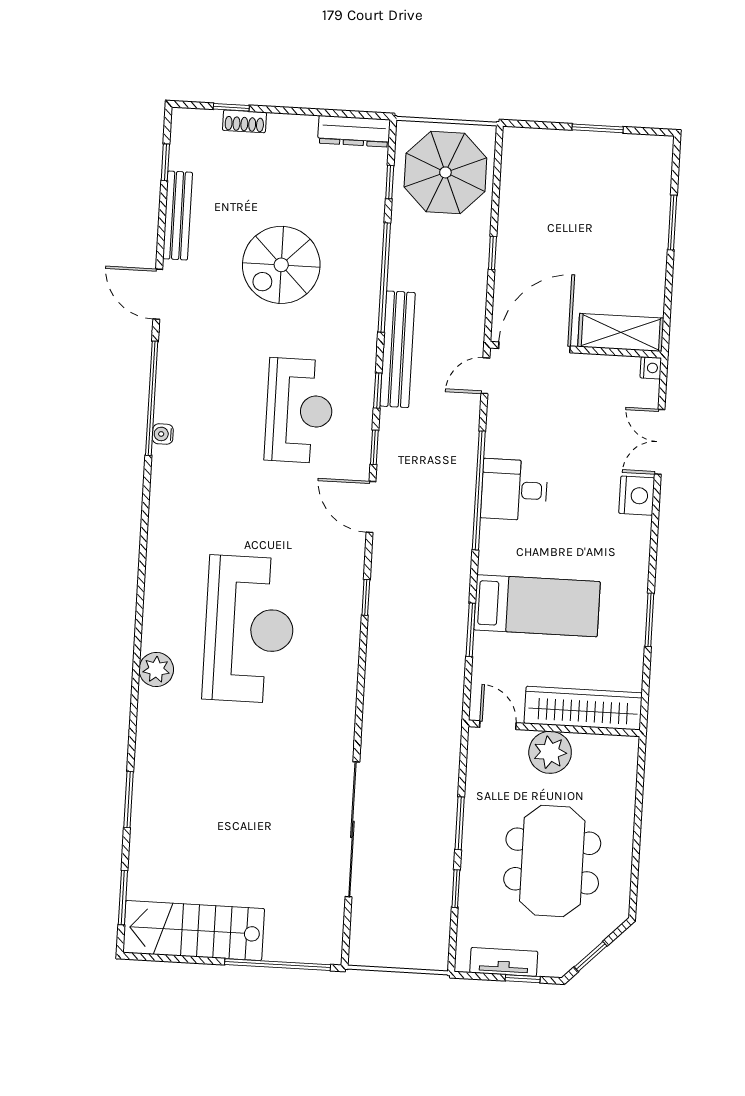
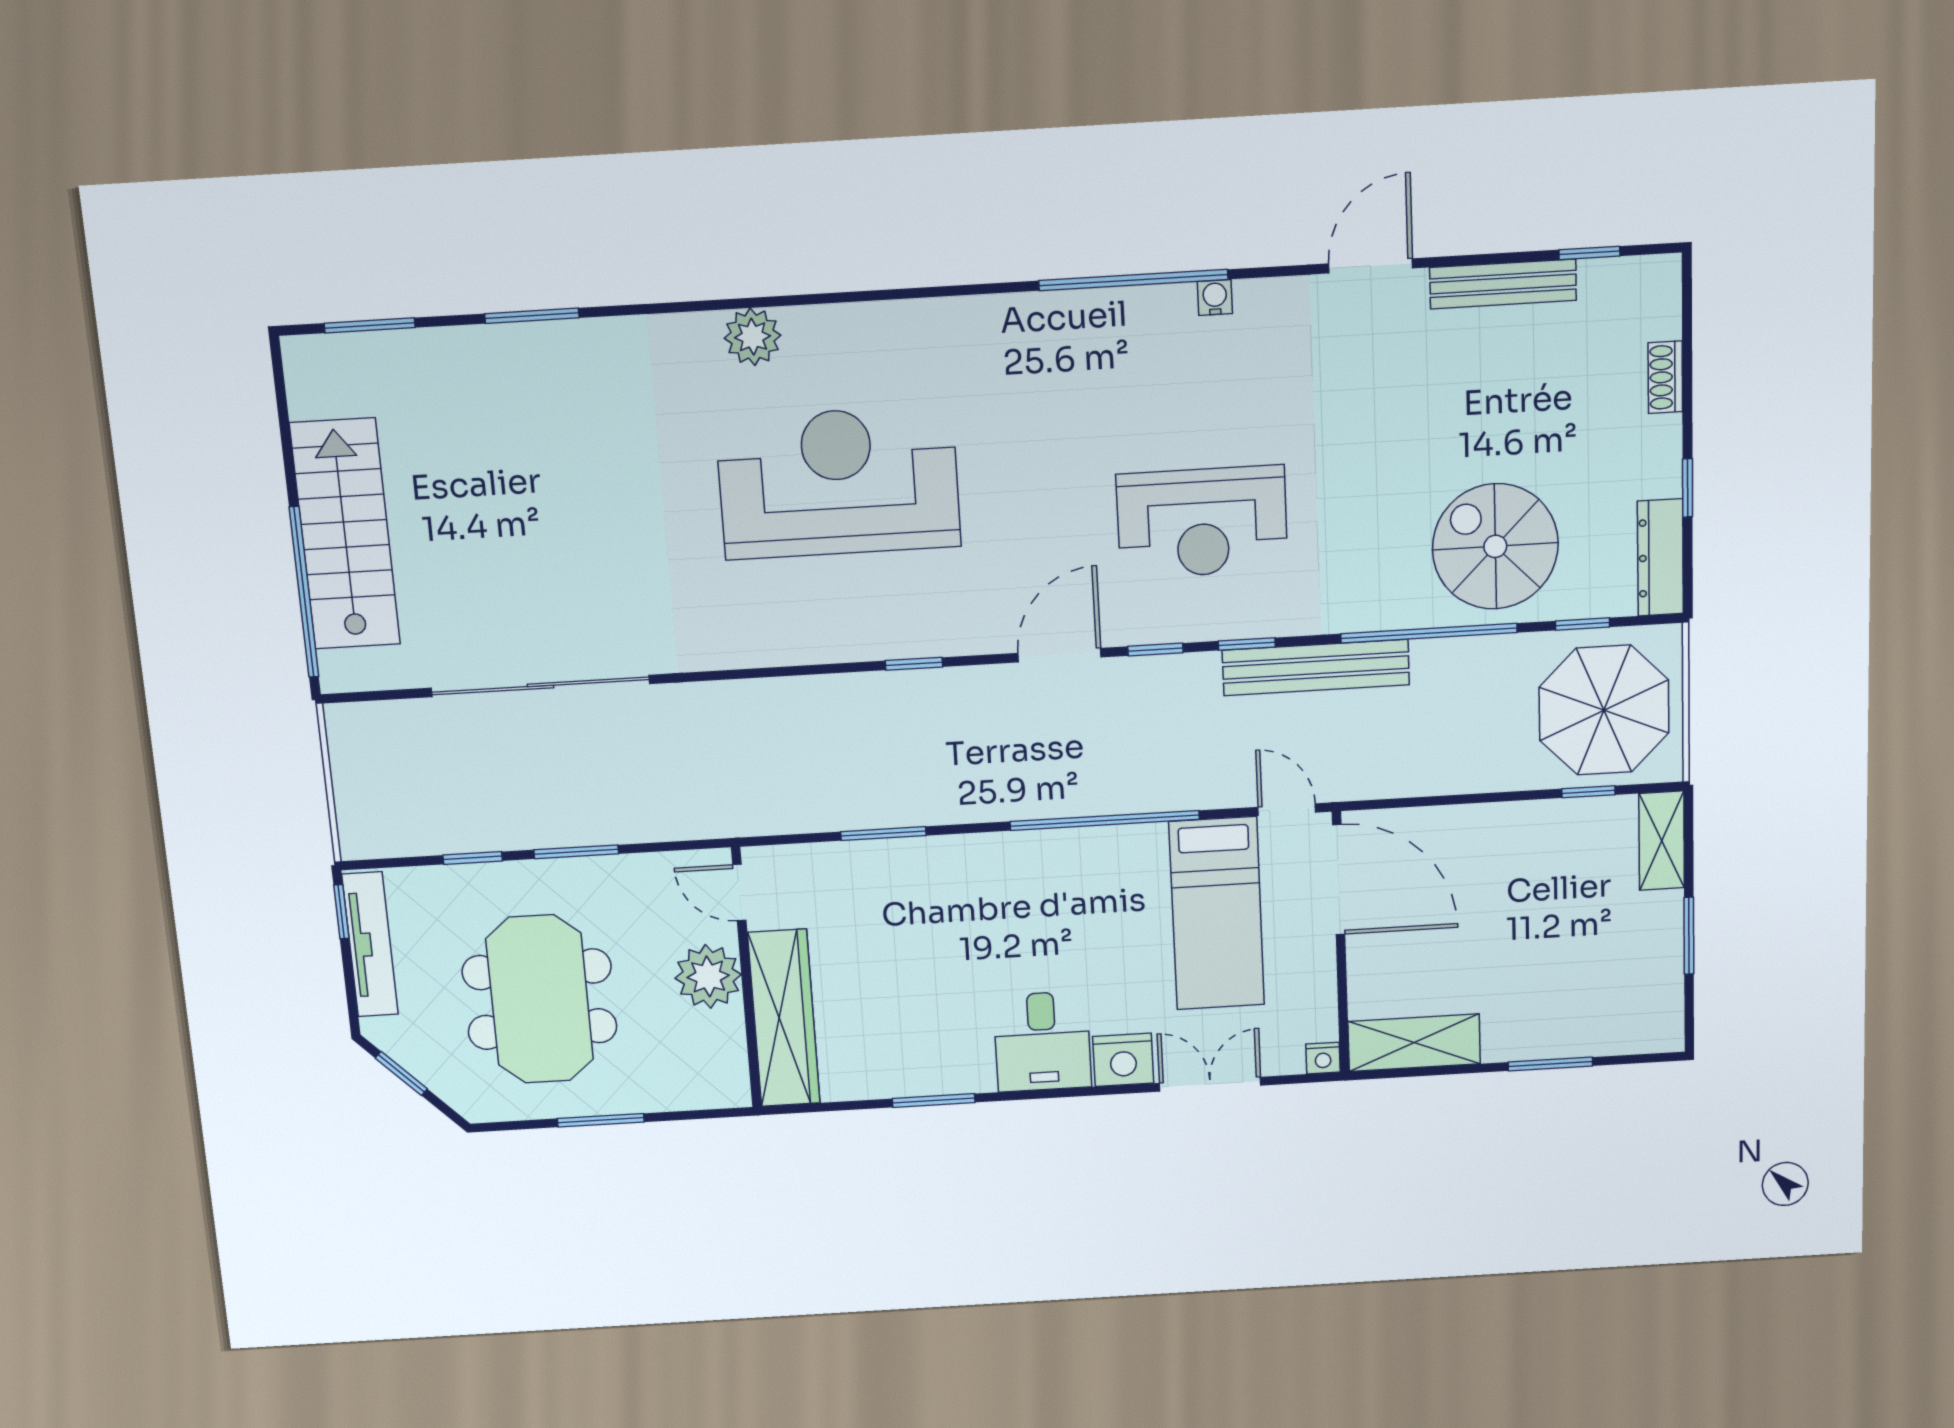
window: (231, 107) -> (1688, 488), moved
shelving: (533, 142) -> (1662, 841), added
window: (492, 253) -> (1588, 792), moved
spiral stairs: (281, 265) -> (1495, 546), moved
shelving: (621, 332) -> (1414, 1043), moved, turned 90
window: (152, 398) -> (1133, 280), moved
water cooler: (163, 434) -> (1215, 297), moved
desk: (514, 490) -> (1042, 1041), moved, turned 180
bed: (537, 606) -> (1217, 914), moved
reception desk: (249, 629) -> (838, 482), turned 180
door: (498, 725) -> (739, 893), swing flipped
window: (637, 834) -> (601, 1120), added
meeting table: (552, 861) -> (540, 999), turned 90
stairs: (194, 931) -> (345, 534), moved
tv unit: (504, 962) -> (370, 944), width x1.41
window: (523, 979) -> (341, 912), moved

